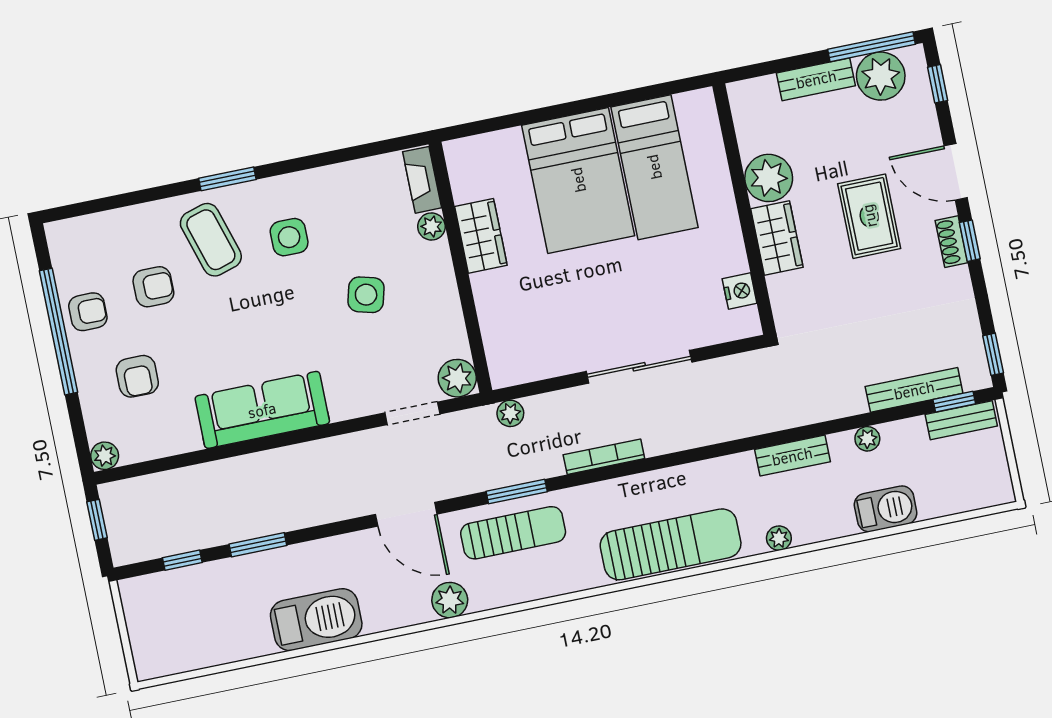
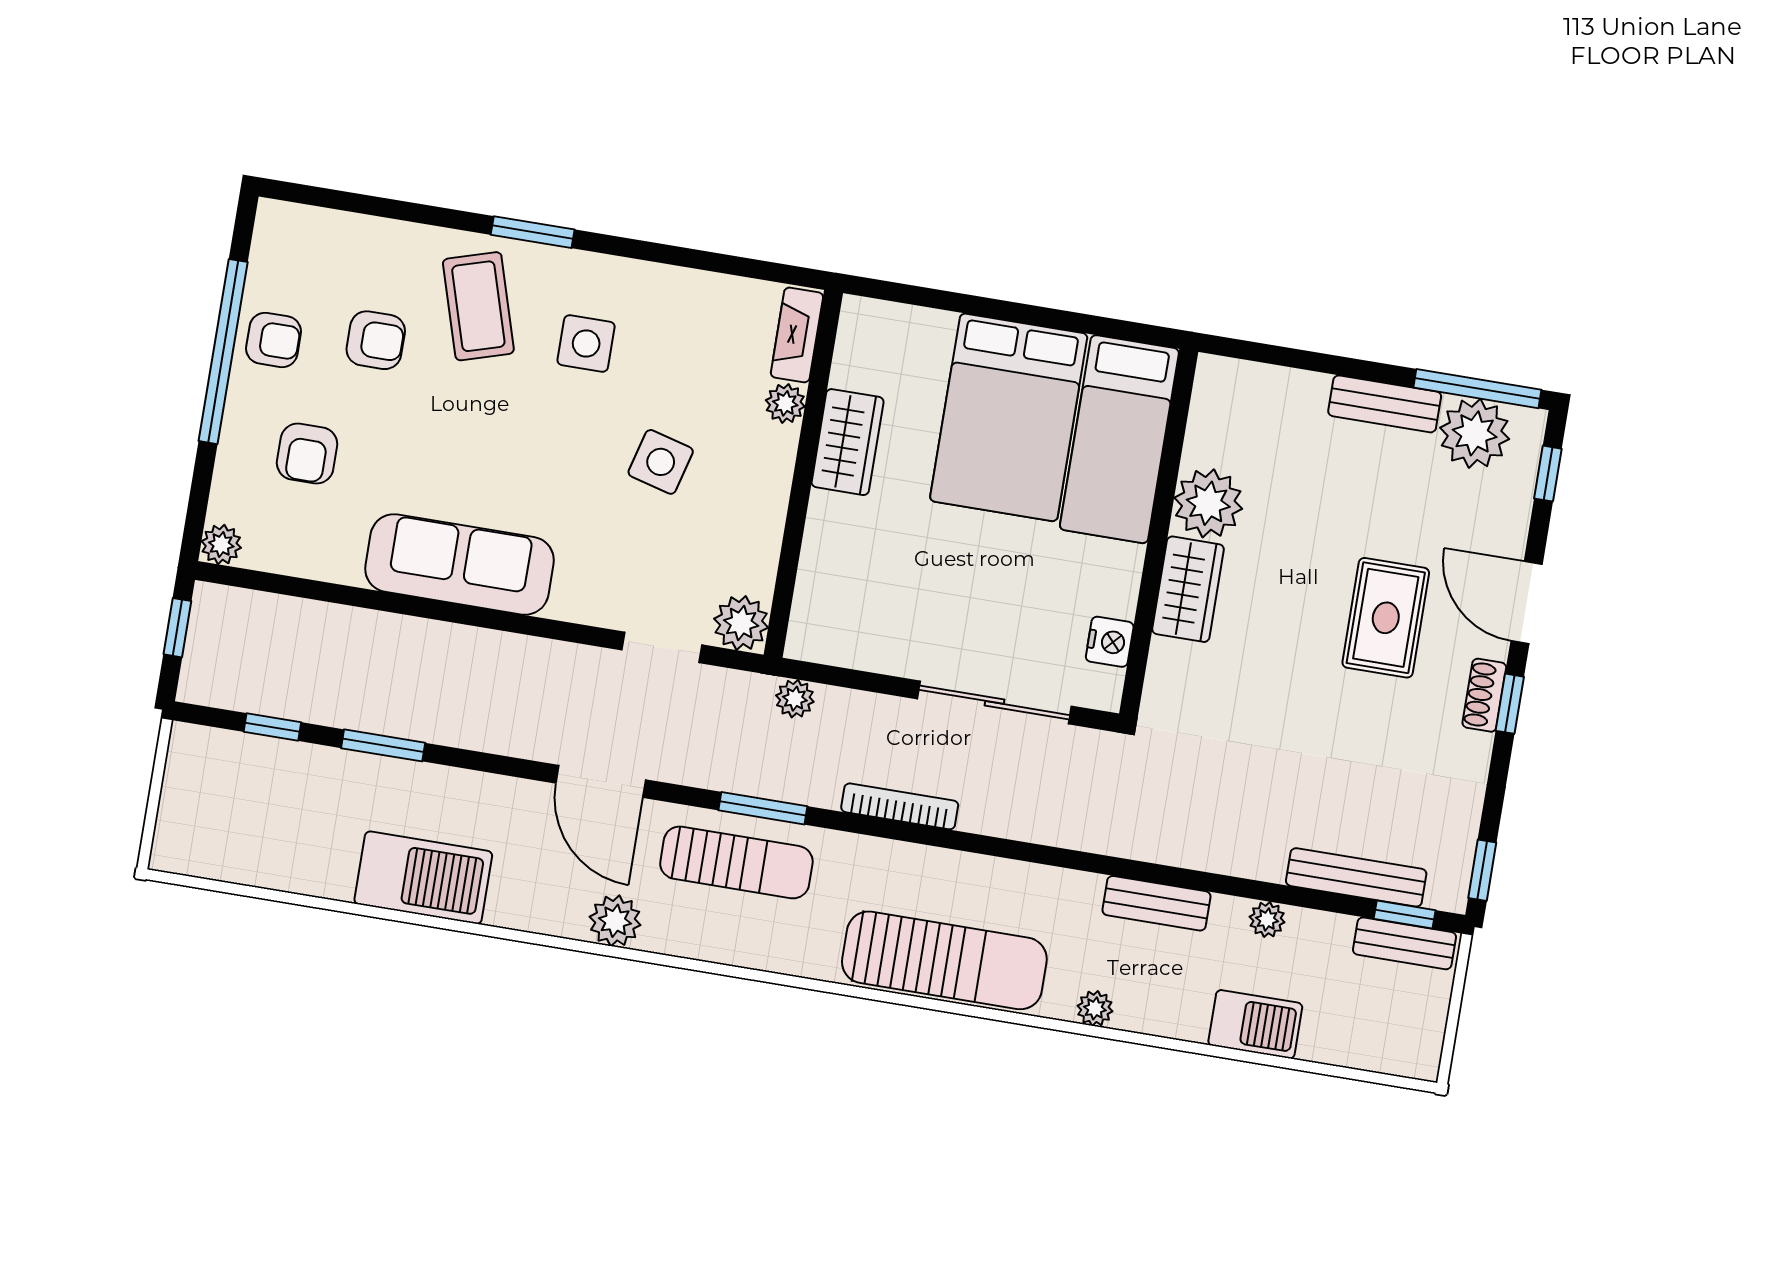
plant: (769, 178) -> (1208, 503), moved
wall: (744, 209) -> (1159, 533), moved
wardrobe: (777, 238) -> (1188, 589), moved
nightstand: (740, 291) -> (1110, 642), moved

